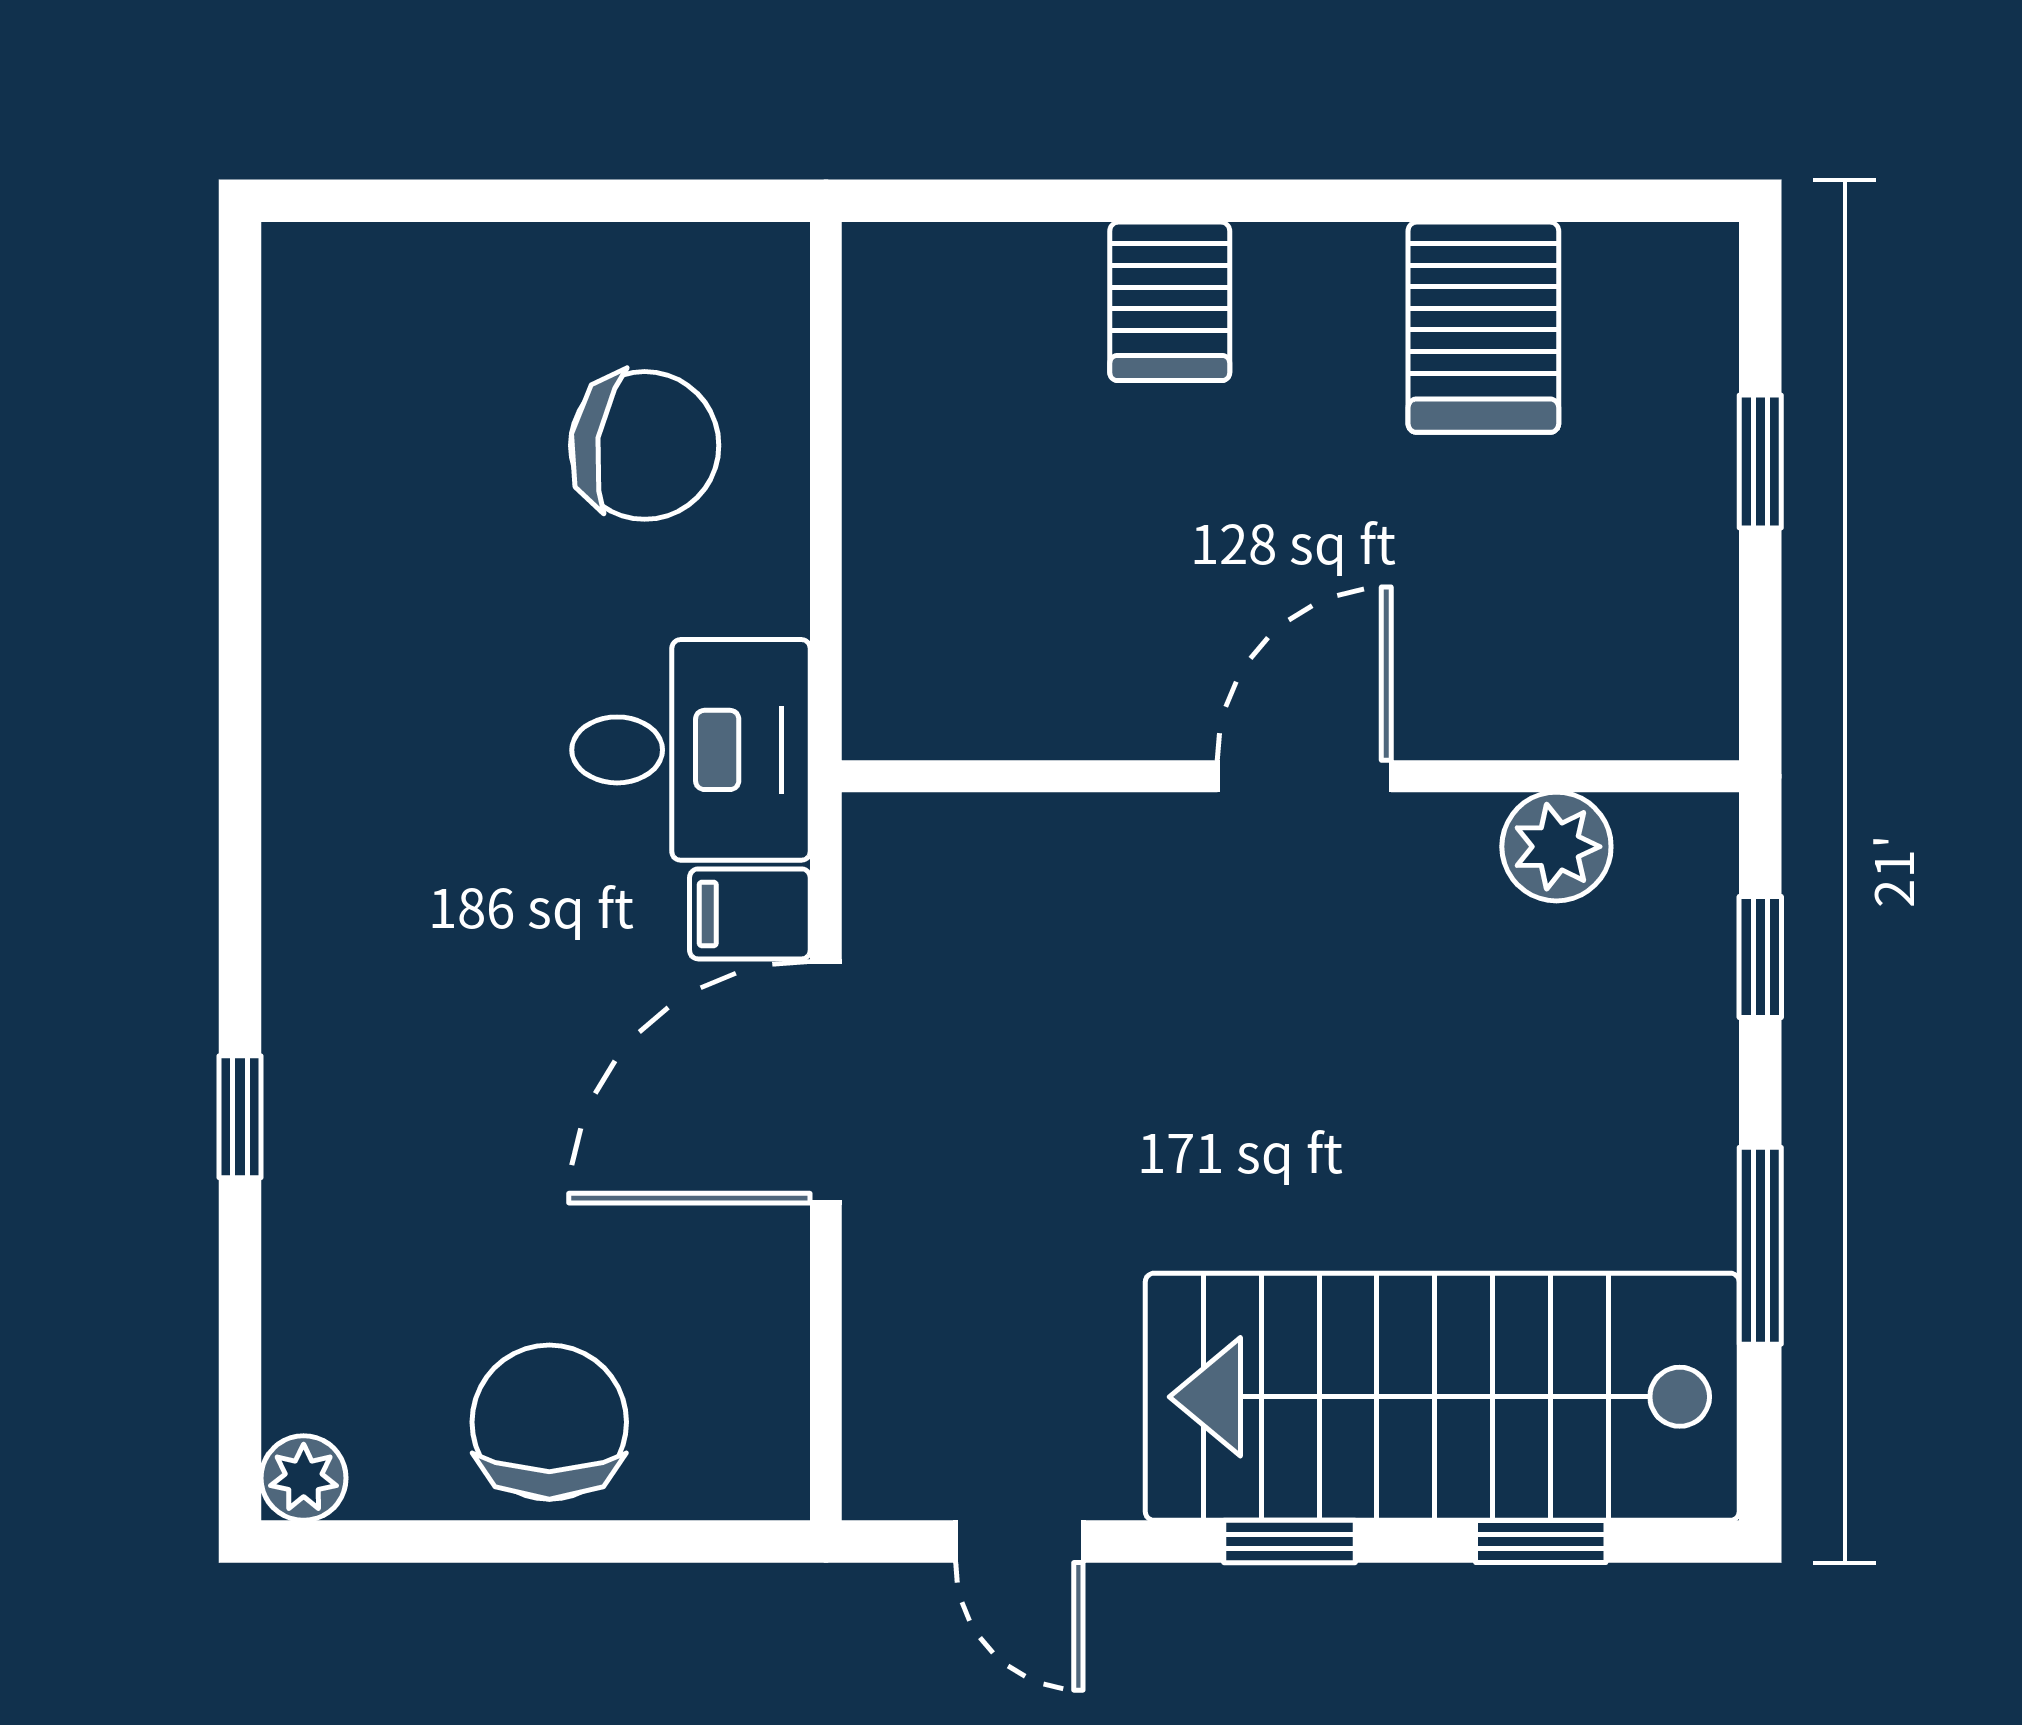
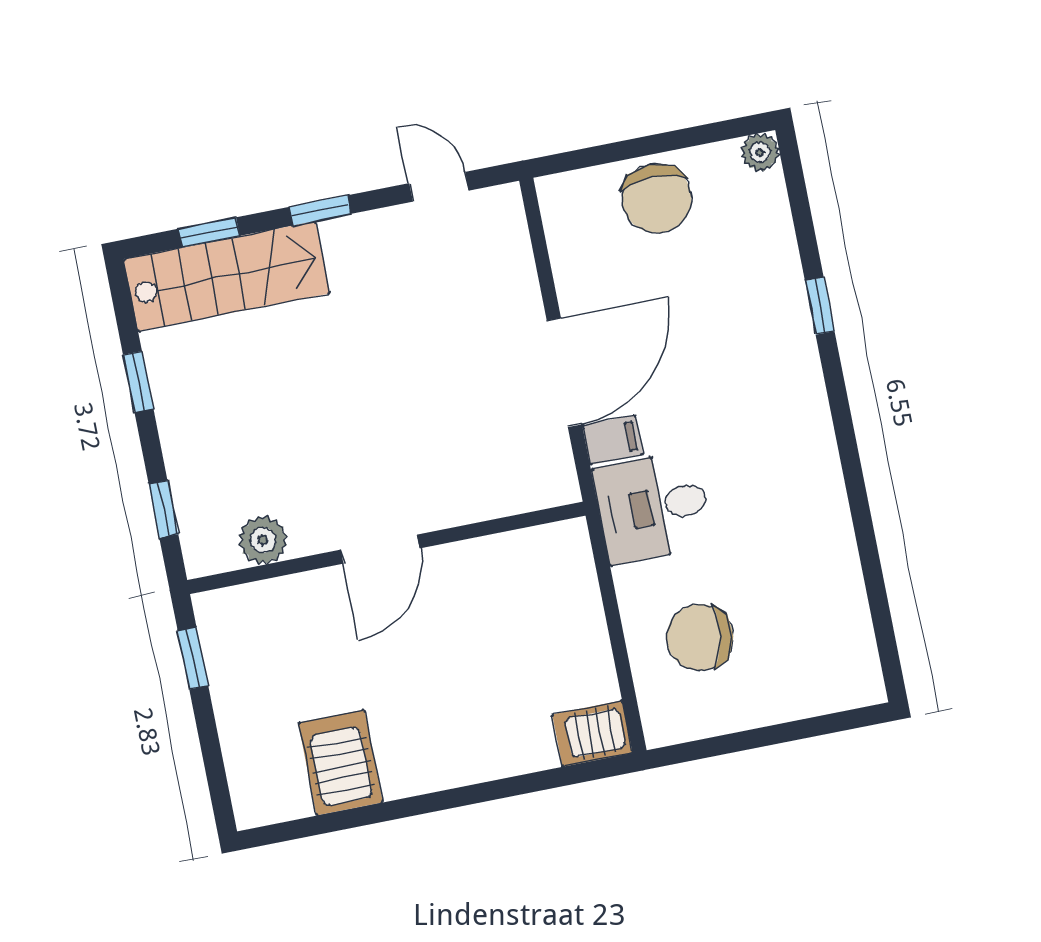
server rack: (1170, 301) -> (592, 734), moved, turned -90
window: (1760, 461) -> (193, 658), moved
window: (1760, 1246) -> (138, 382), width x0.67
stairs: (1442, 1397) -> (227, 276), width x0.73, depth x0.66

